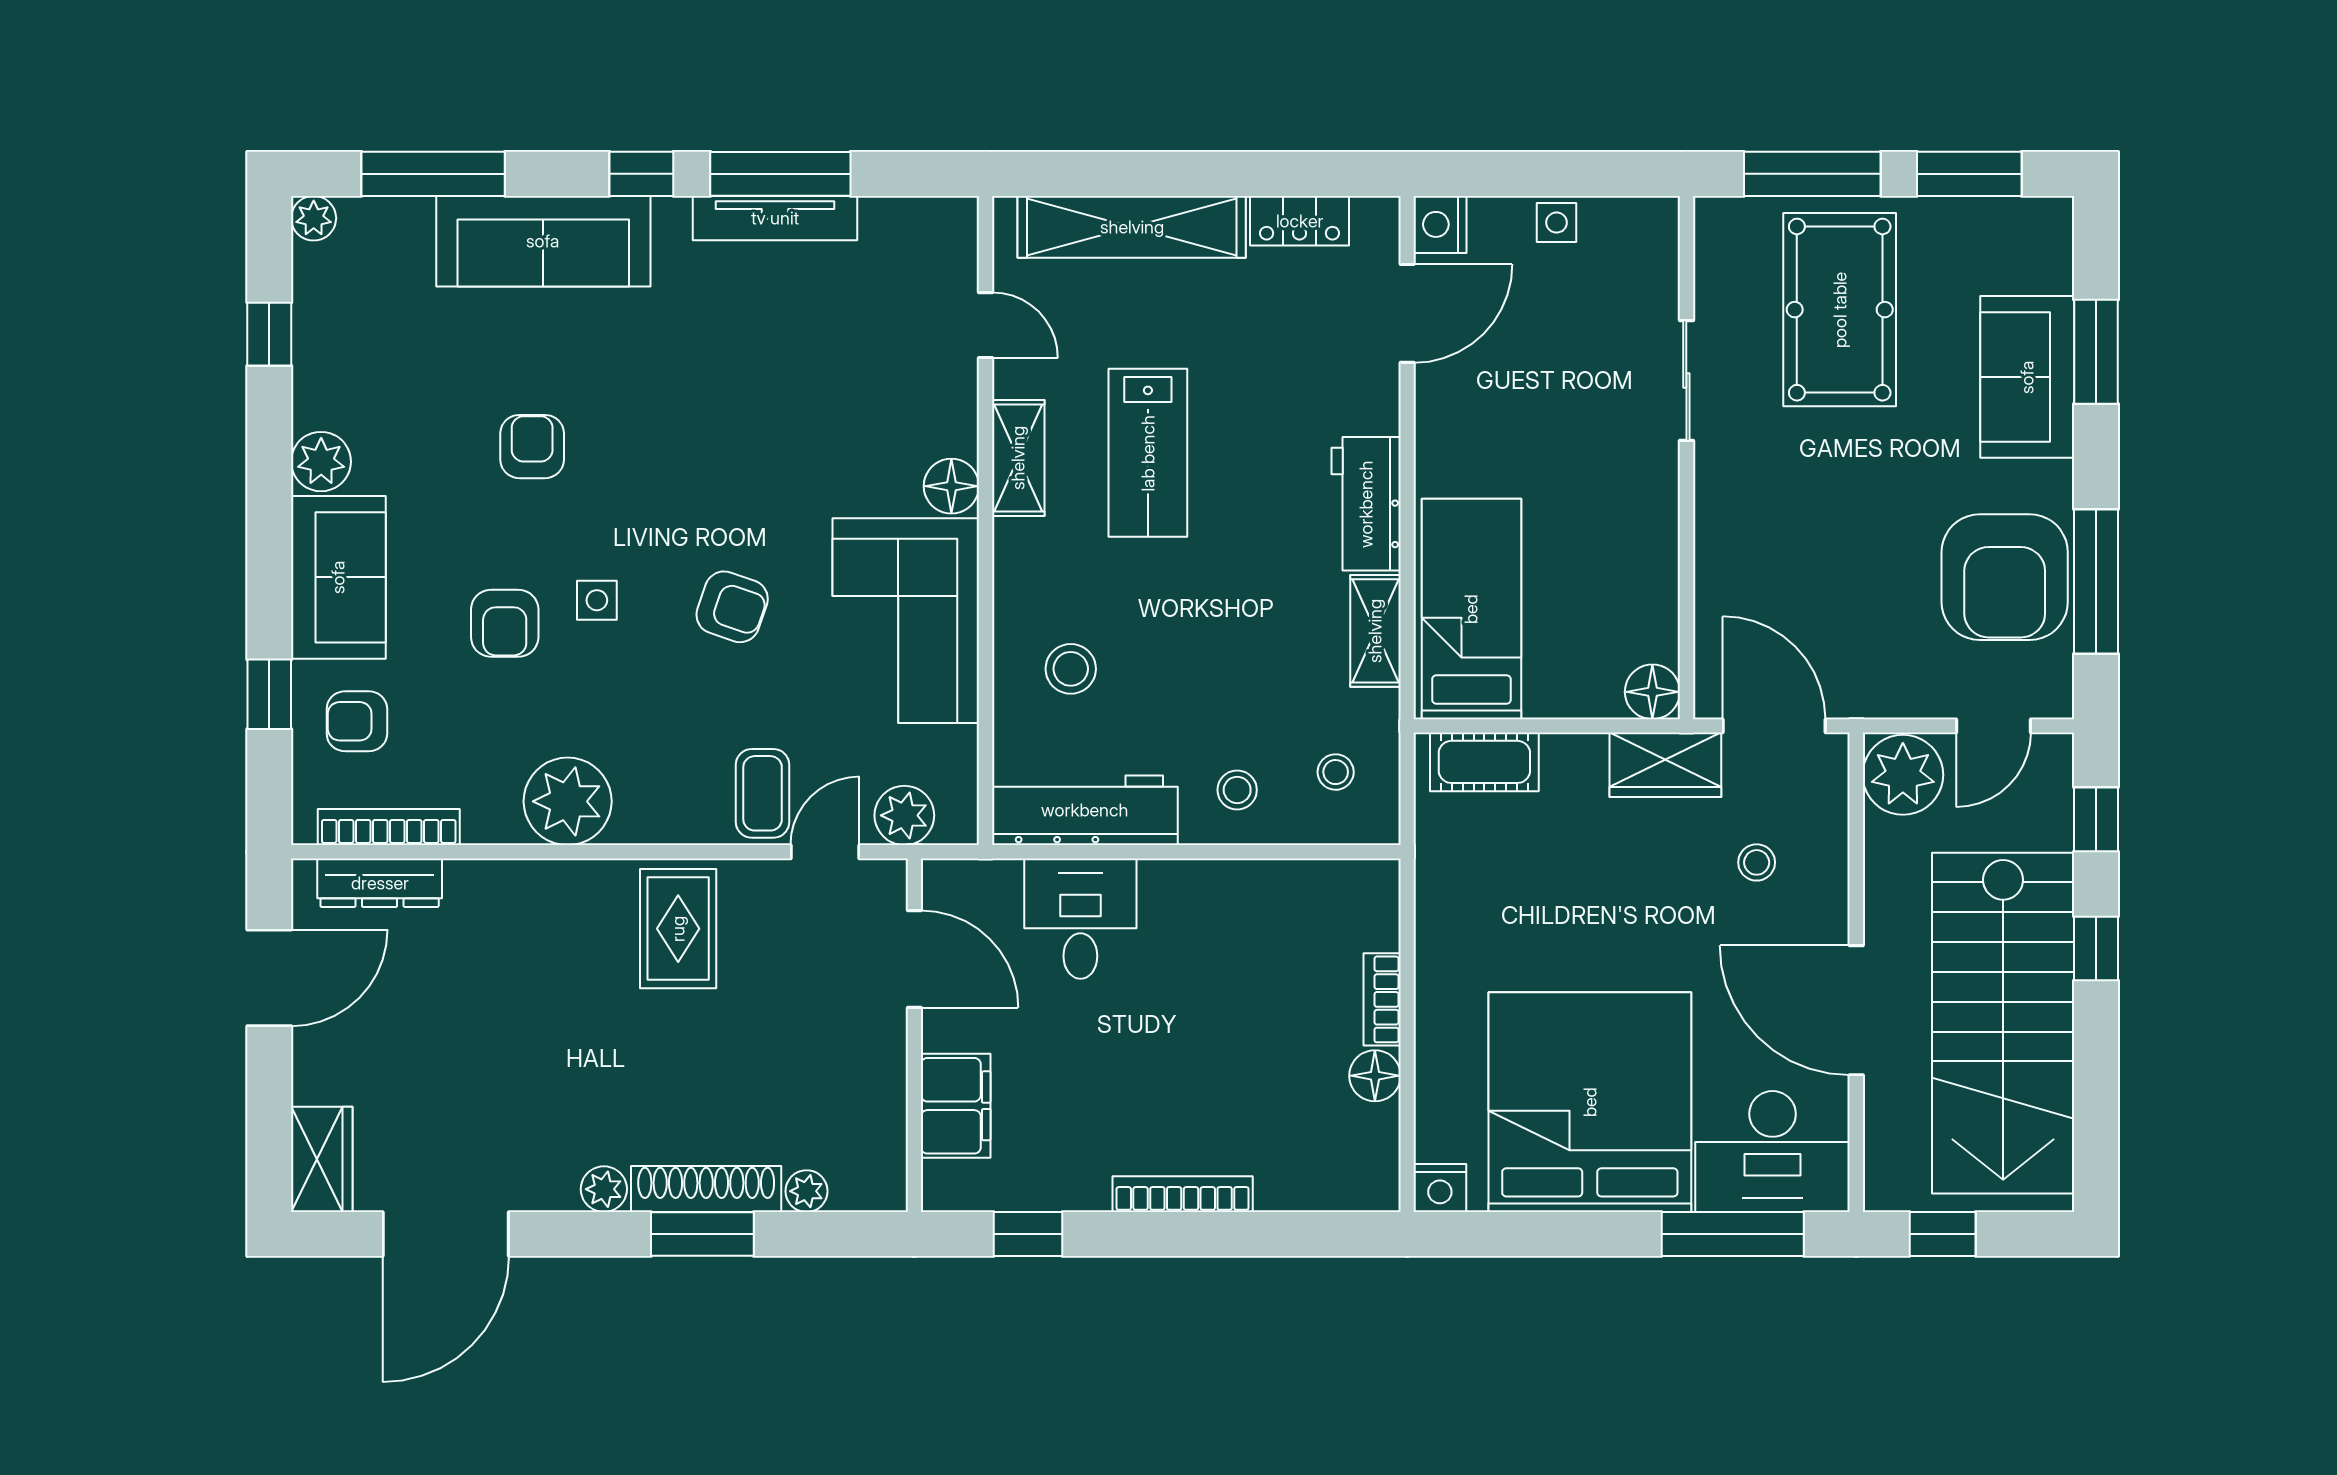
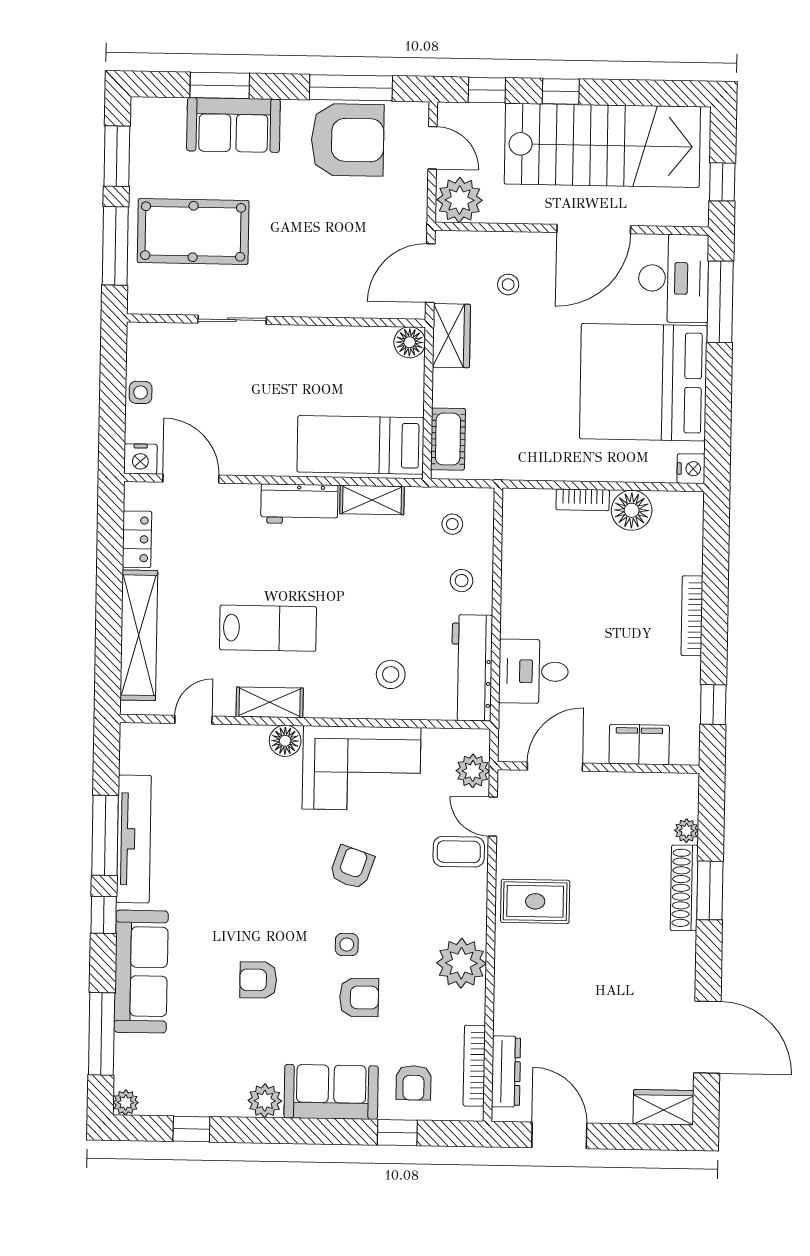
tv unit: (775, 218) -> (134, 839), width x1.36, depth x1.29
floor lamp: (1375, 1076) -> (632, 510), width x1.38, depth x1.38
plant: (604, 1189) -> (683, 946), removed

